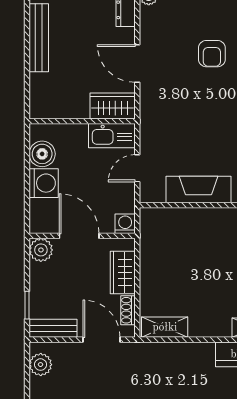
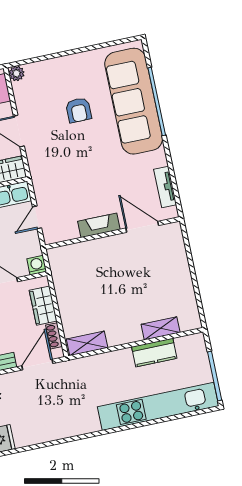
fireplace: (199, 190) -> (99, 225), width x0.73, depth x0.76
door: (101, 340) -> (37, 365), hinge flipped

